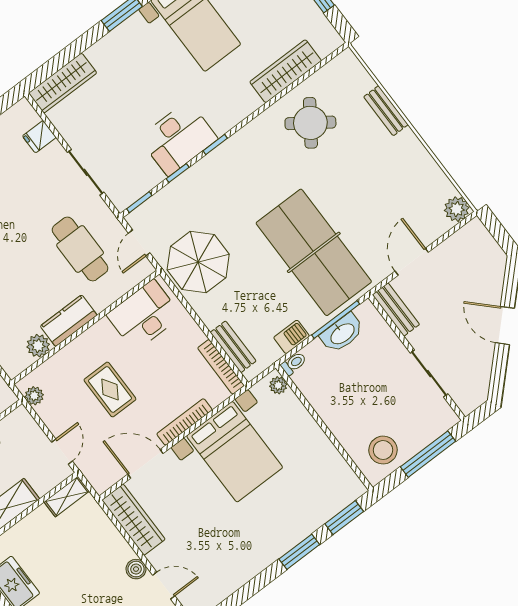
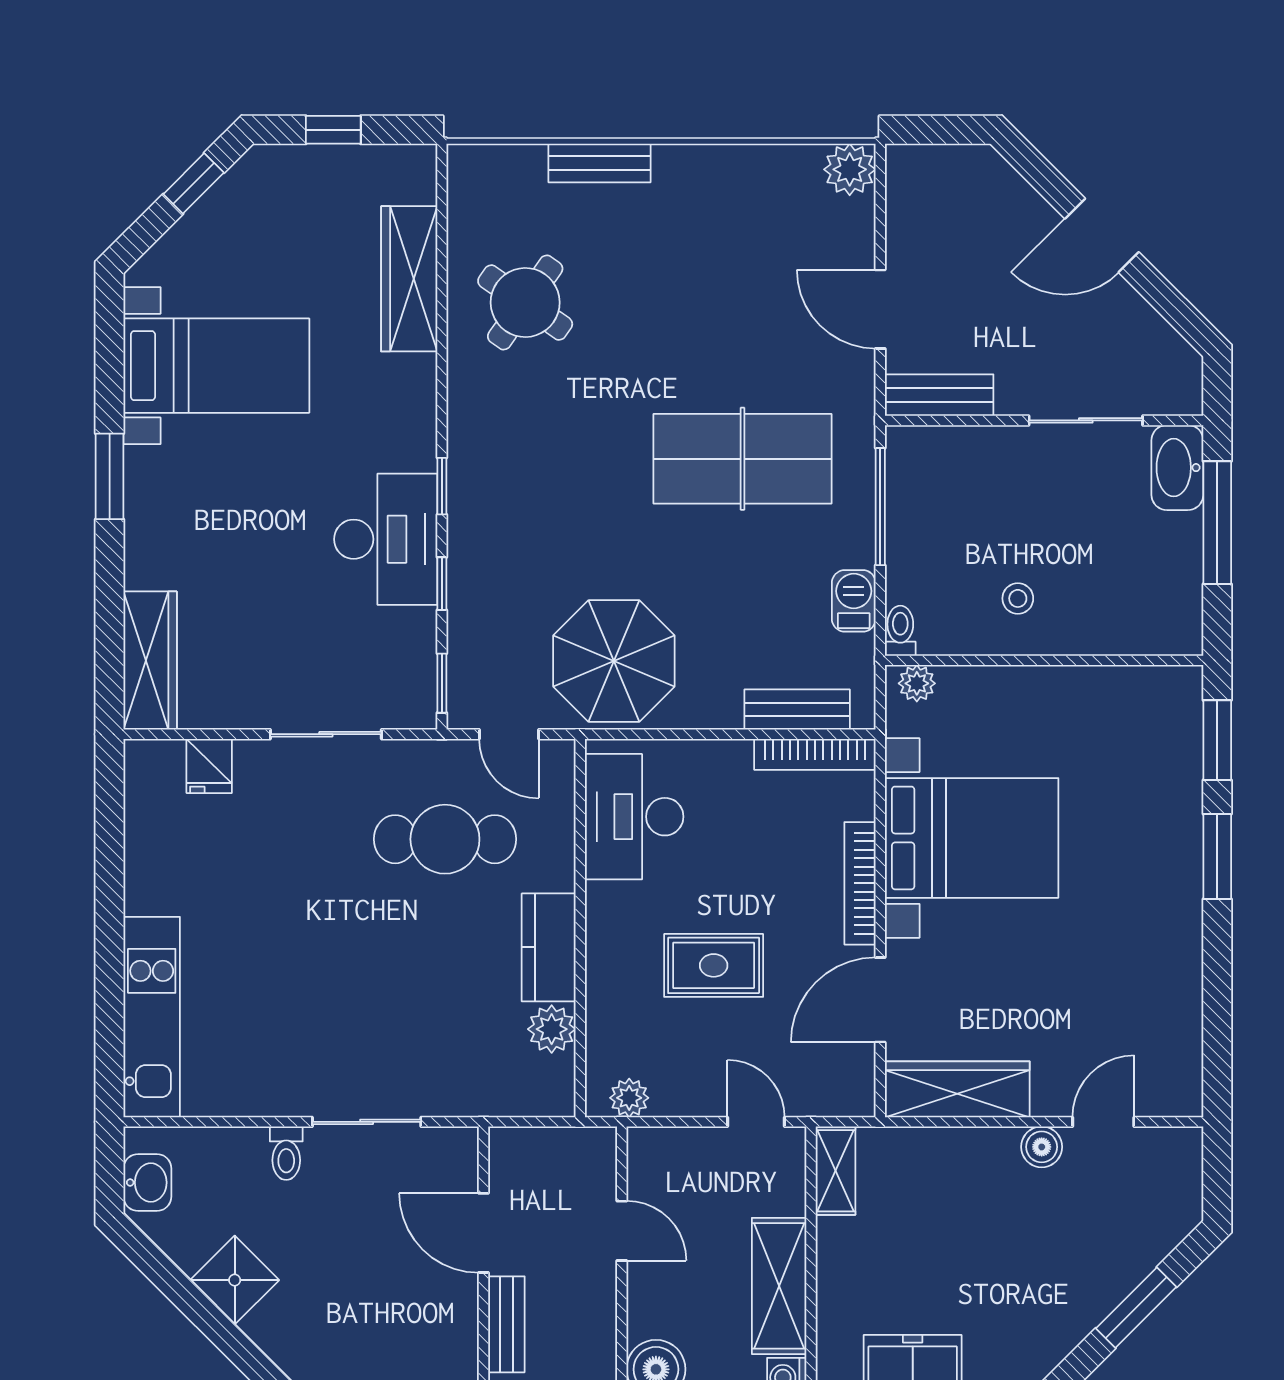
table tennis table: (314, 252) -> (742, 459), width x0.73, depth x0.76
washbasin: (342, 333) -> (1177, 468), moved, turned 180
stool: (383, 450) -> (1018, 598), moved, width x0.53, depth x0.53

